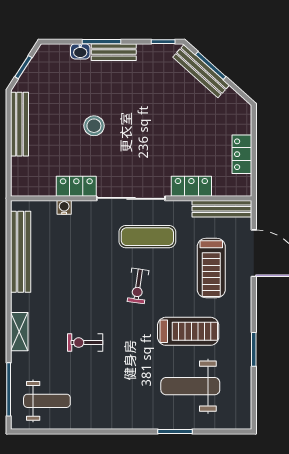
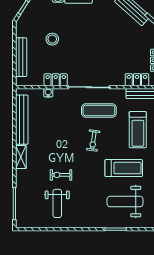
bench: (19, 124) -> (21, 57), moved
stool: (94, 126) -> (52, 39), moved
locker: (191, 186) -> (137, 80), moved
shelving: (19, 332) -> (21, 157), moved
weight bench: (47, 401) -> (57, 203), moved, turned 90

